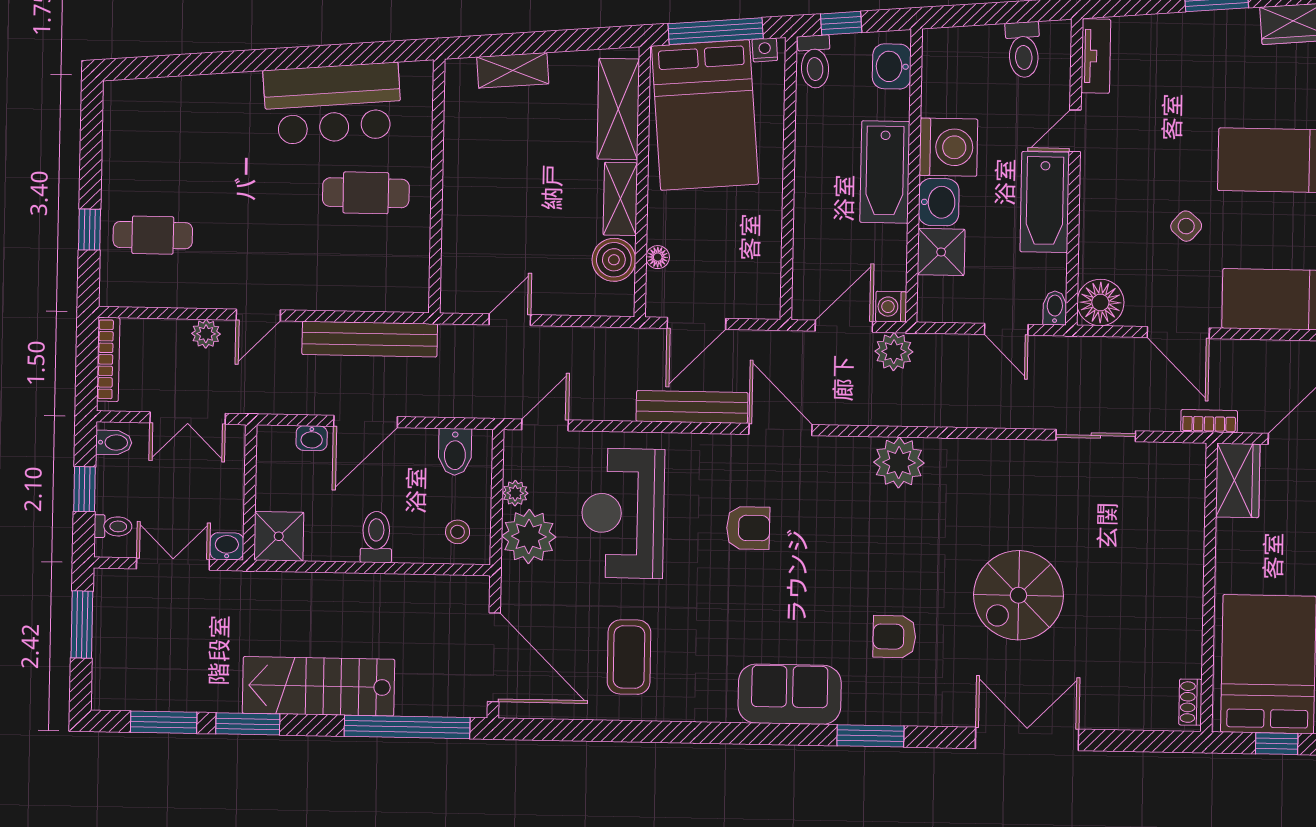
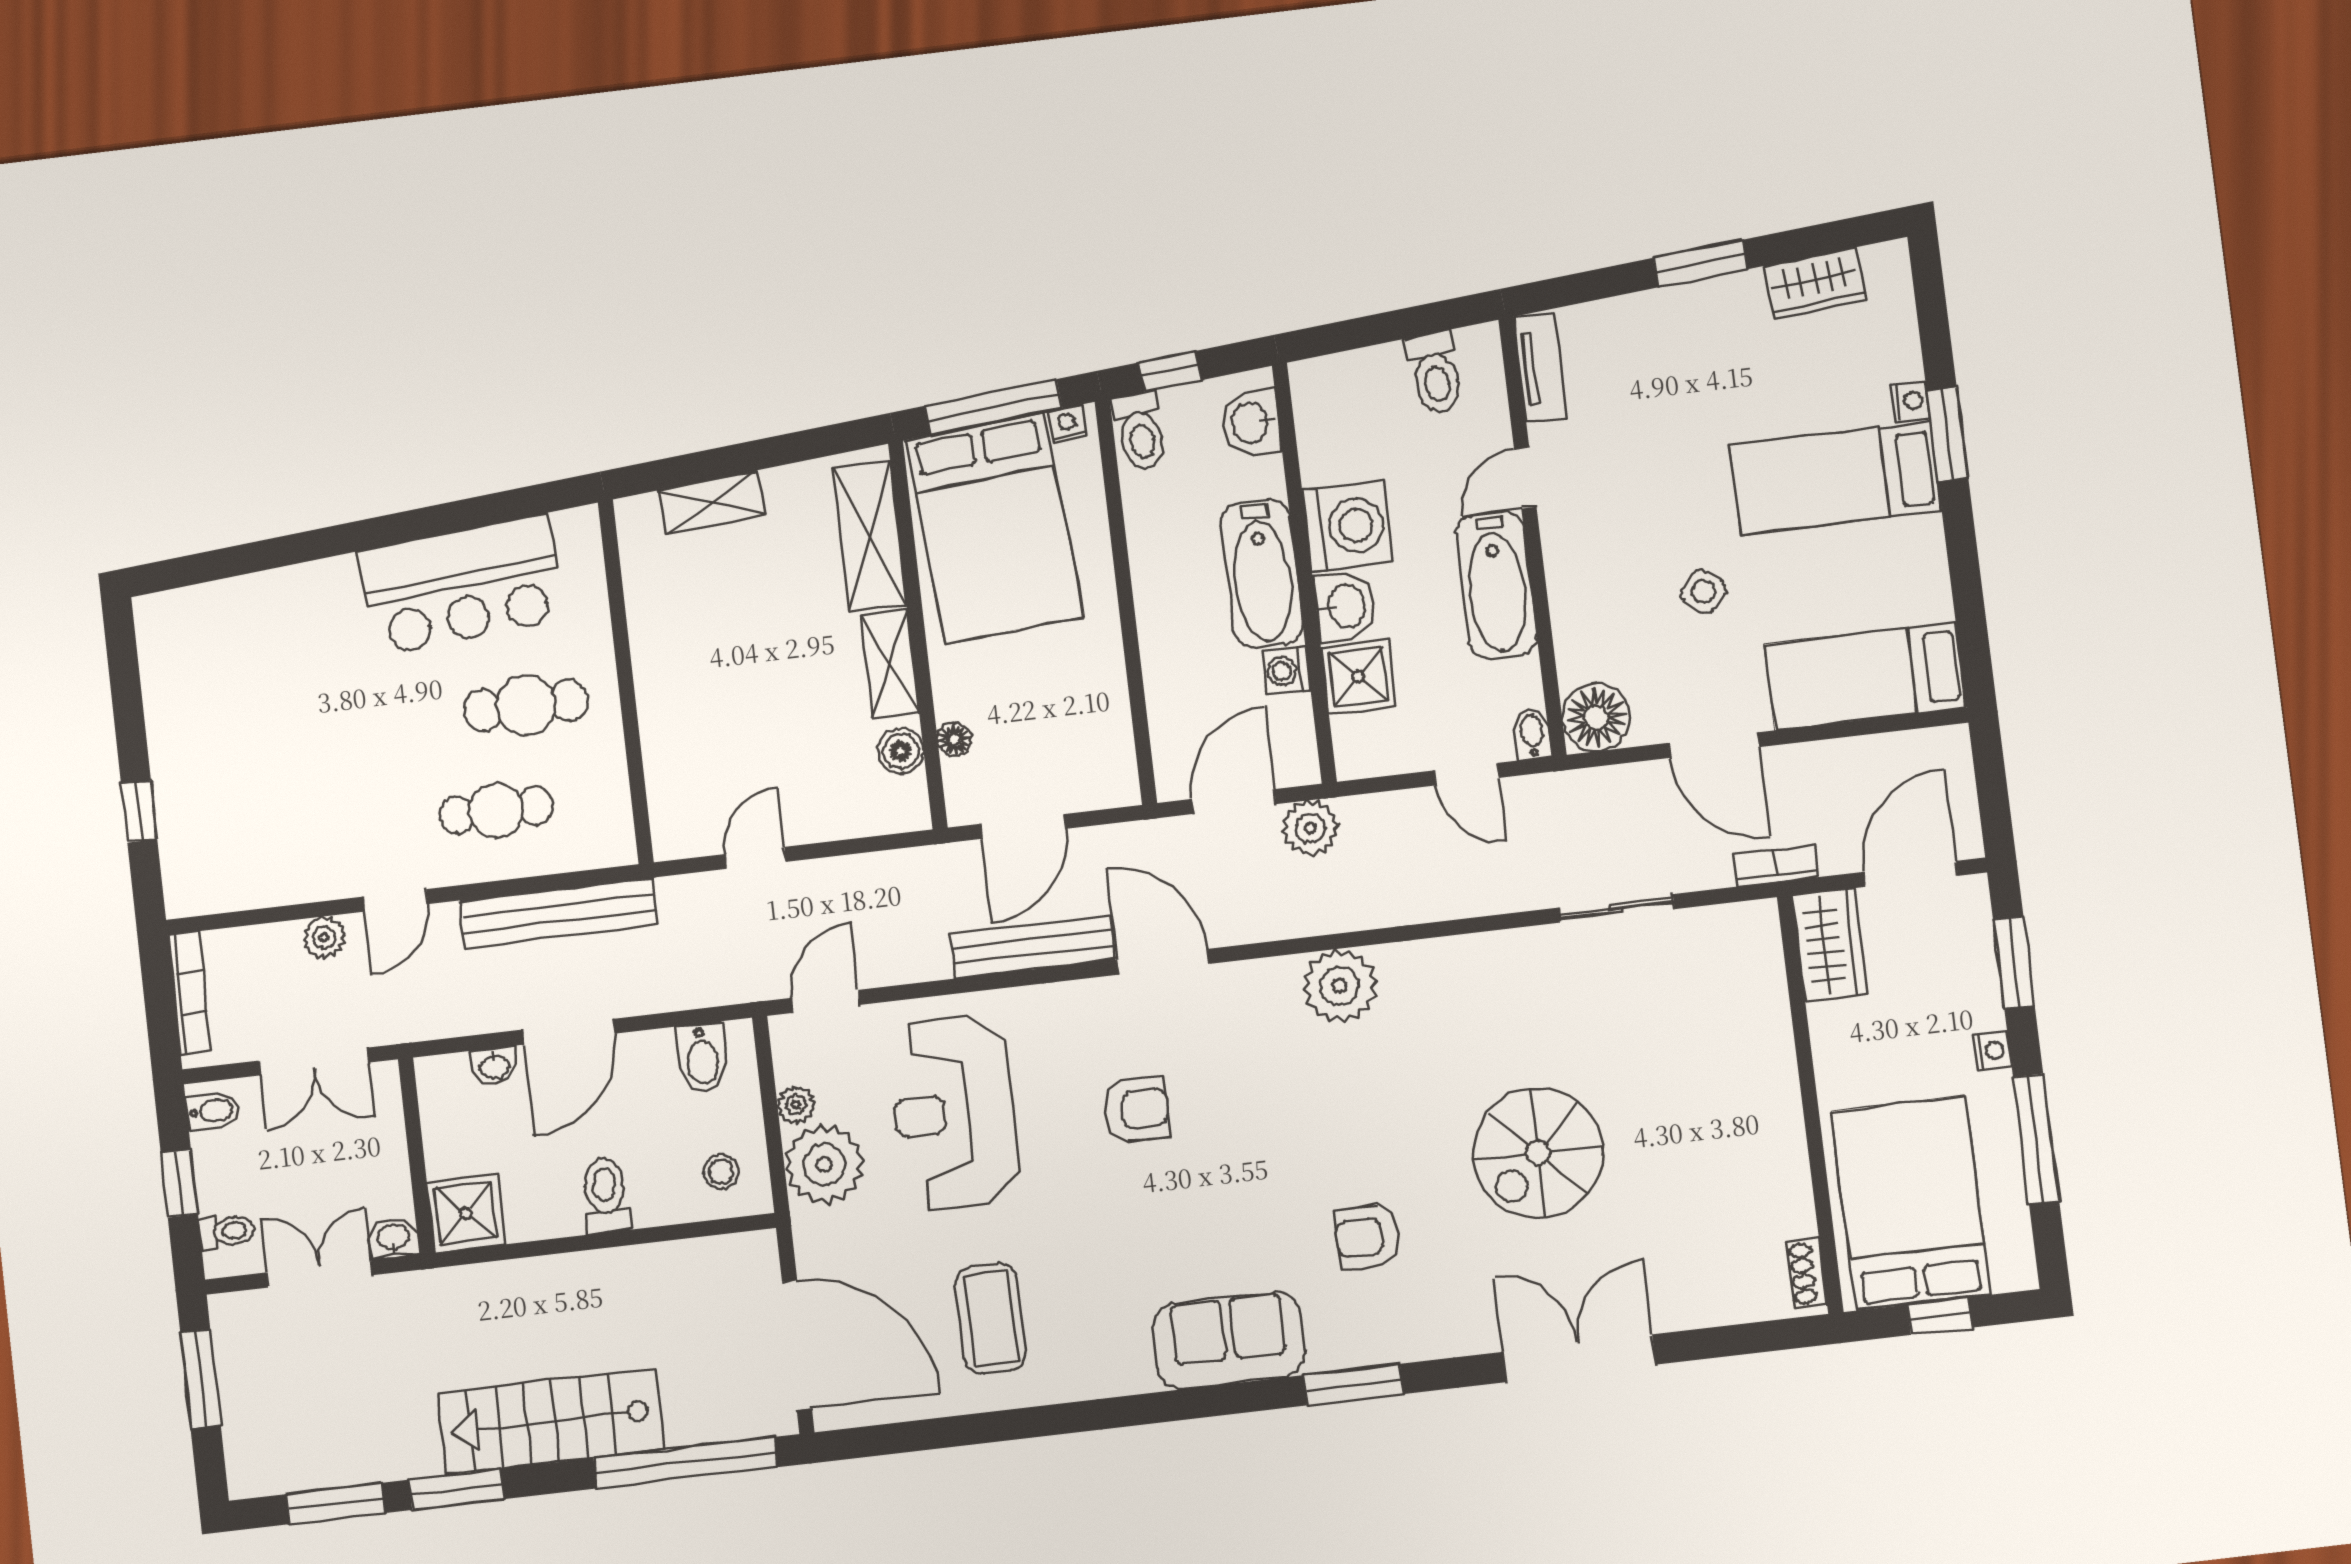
cafe table: (153, 235) -> (496, 810), moved
boiler: (614, 260) -> (901, 751), width x0.73, depth x0.73
washing machine: (891, 307) -> (1286, 671), moved

